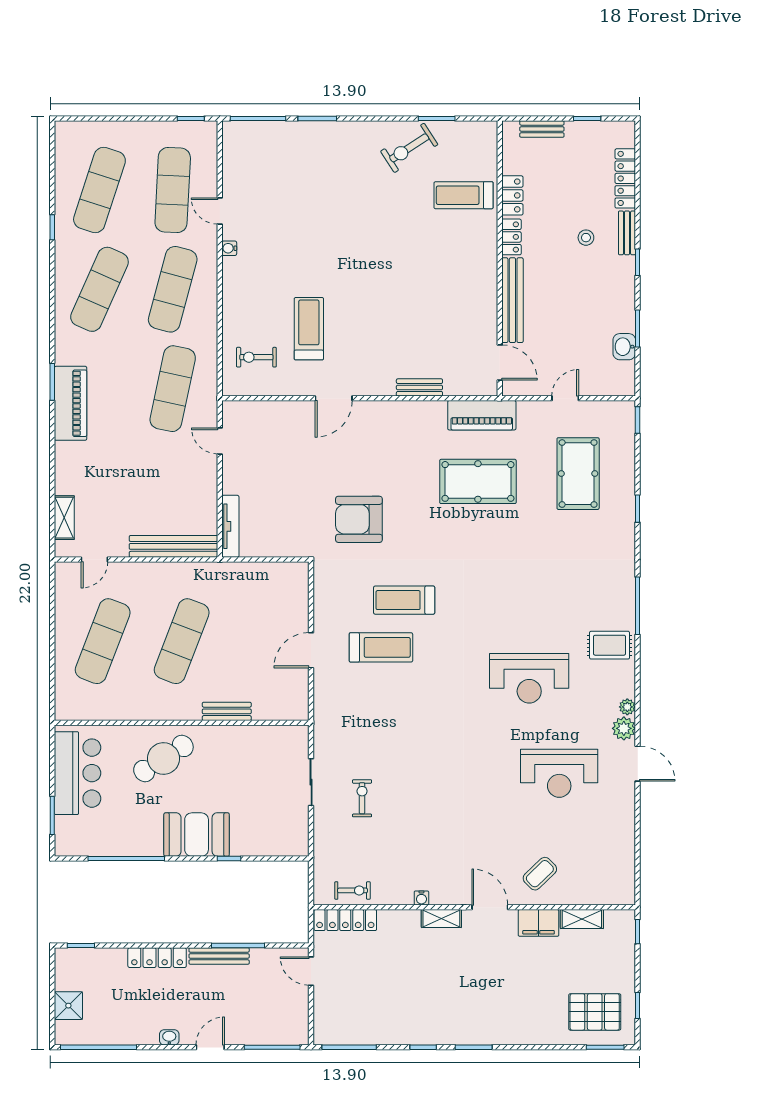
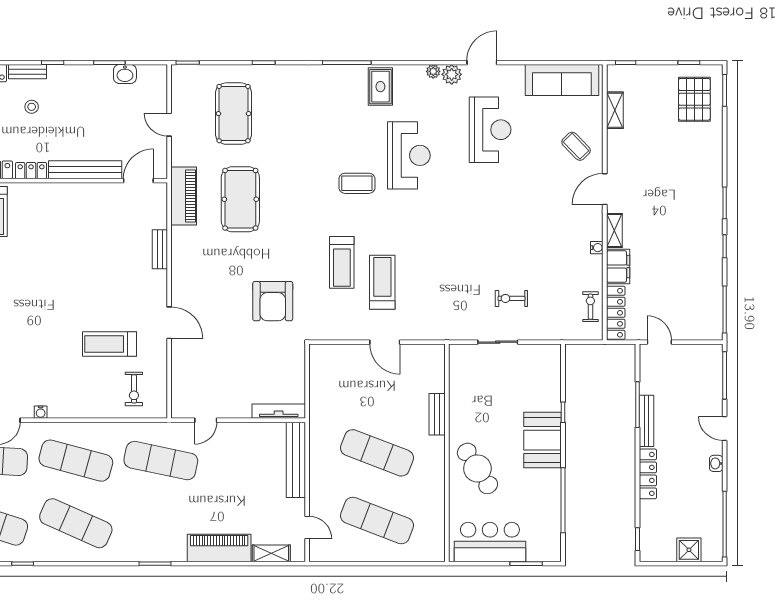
piano: (71, 403) -> (219, 548), moved
pool table: (578, 474) -> (234, 114), turned 90
coffee table: (497, 618) -> (357, 183), added
sofa: (617, 857) -> (562, 80), added
filing cabinet: (539, 923) -> (618, 266), moved
door: (311, 971) -> (659, 342), swing flipped

